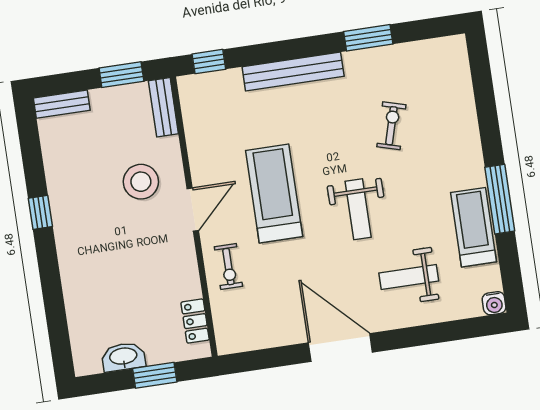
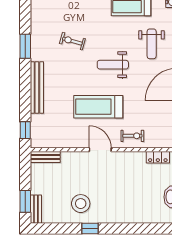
window: (121, 75) -> (25, 201), moved
stool: (141, 182) -> (81, 204), moved
weight bench: (358, 209) -> (113, 65), turned 180

